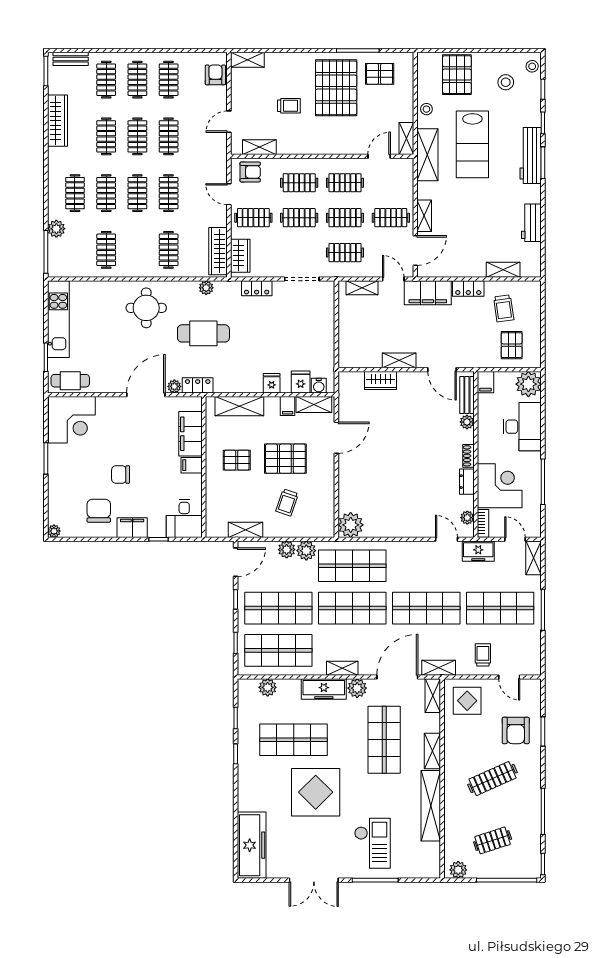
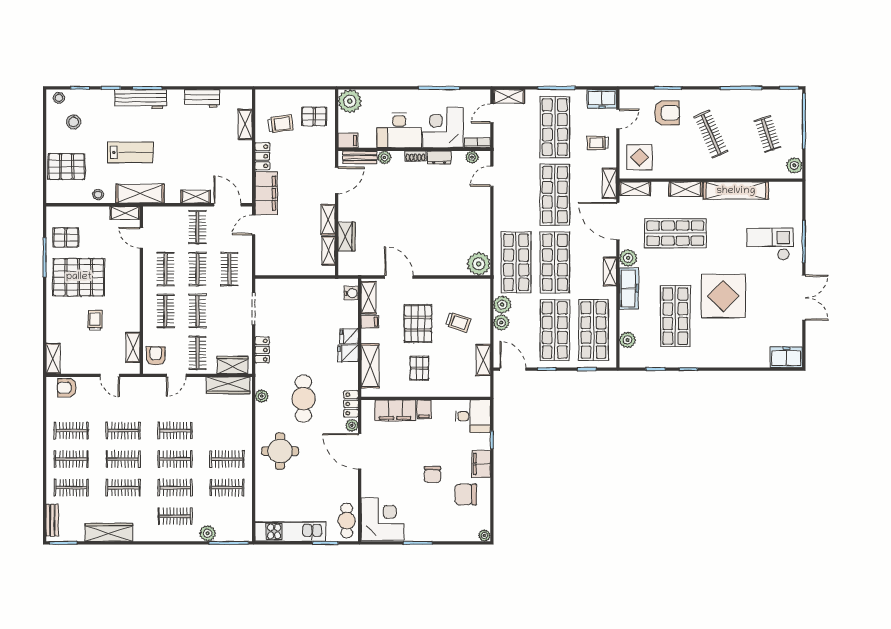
pallet: (380, 74) -> (66, 237), turned 90
lab bench: (472, 144) -> (130, 152), width x0.73, depth x0.72
clothes rail: (169, 250) -> (227, 459), moved
shelving: (362, 288) -> (329, 251), moved
fridge: (301, 382) -> (348, 353), moved
desk: (522, 427) -> (399, 130), moved, turned 180
freezer: (478, 551) -> (602, 99), moved, turned 90
freezer: (252, 845) -> (786, 357), width x0.52, depth x0.79

